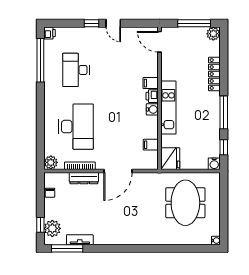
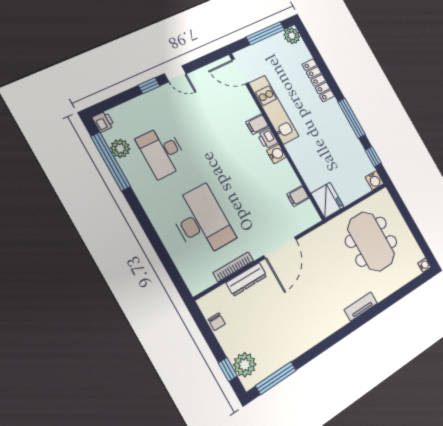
kitchen unit: (168, 108) -> (274, 110), moved
plant: (51, 162) -> (120, 148), moved
tv unit: (80, 240) -> (361, 306), moved

